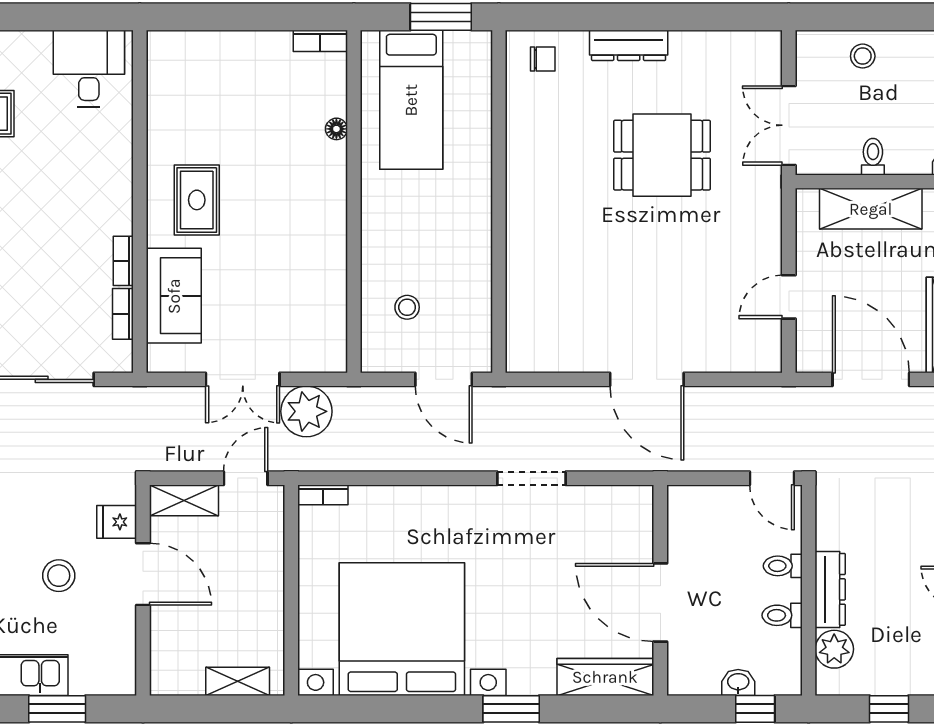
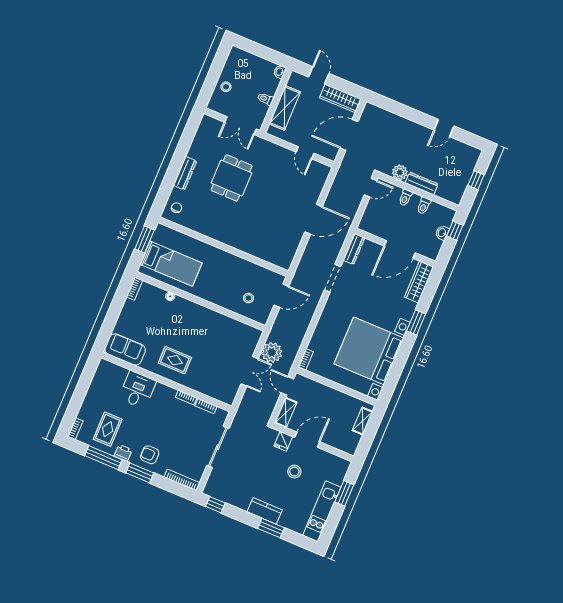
desk: (89, 68) -> (137, 390), moved, turned 90
sofa: (174, 296) -> (125, 350), moved
dresser: (618, 499) -> (354, 249), added
plant: (834, 649) -> (400, 172), moved

